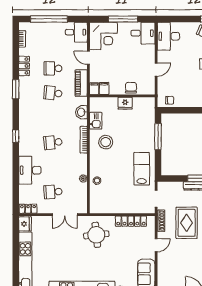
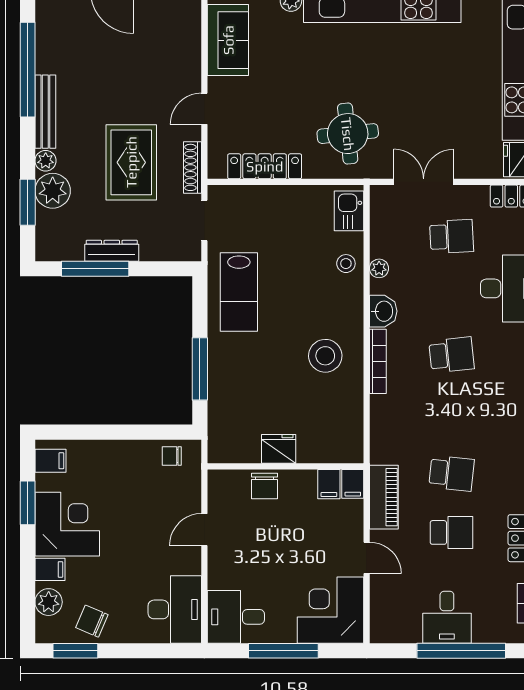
desk: (76, 32) -> (447, 617), moved, turned -90
washbasin: (81, 112) -> (383, 311), moved
kitchen sink: (96, 121) -> (349, 211), moved

